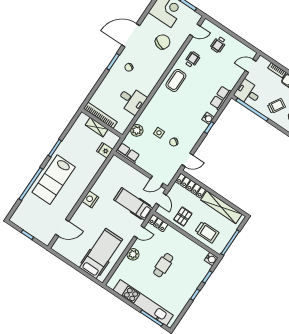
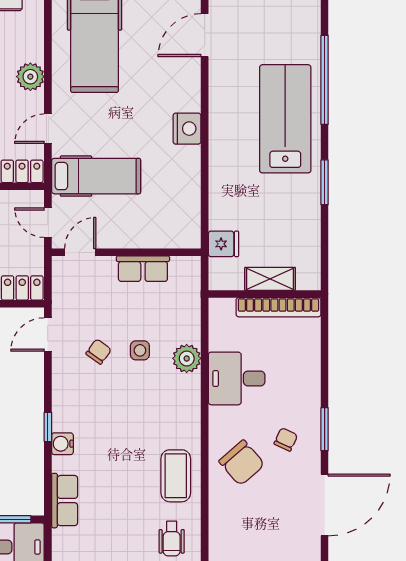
chair: (163, 42) -> (242, 463), moved, turned -64
plant: (137, 130) -> (187, 358), moved
row of seats: (128, 153) -> (143, 269), moved

